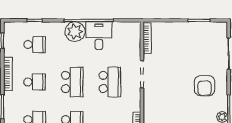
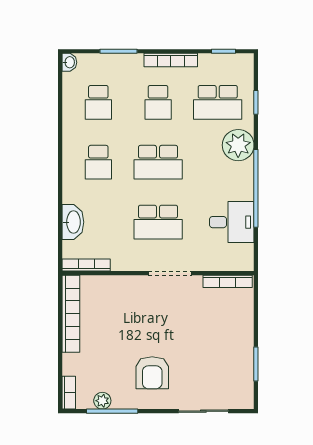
plant: (75, 32) -> (238, 145), moved
desk: (99, 36) -> (232, 222), moved
school desk: (35, 44) -> (218, 102), width x1.85
armchair: (205, 86) -> (152, 373), turned -90

